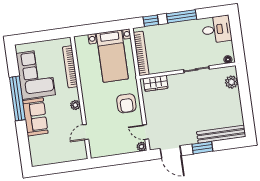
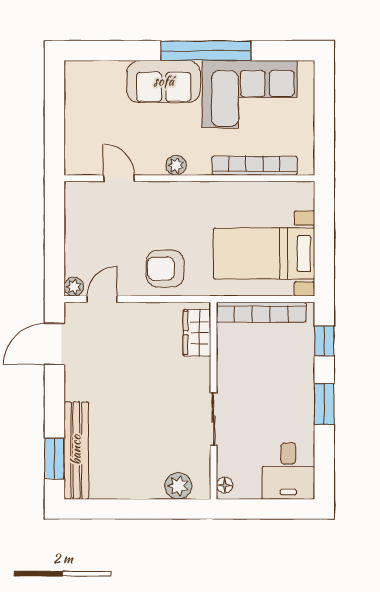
window: (182, 16) -> (324, 404), width x0.69
window: (202, 148) -> (54, 459), moved

